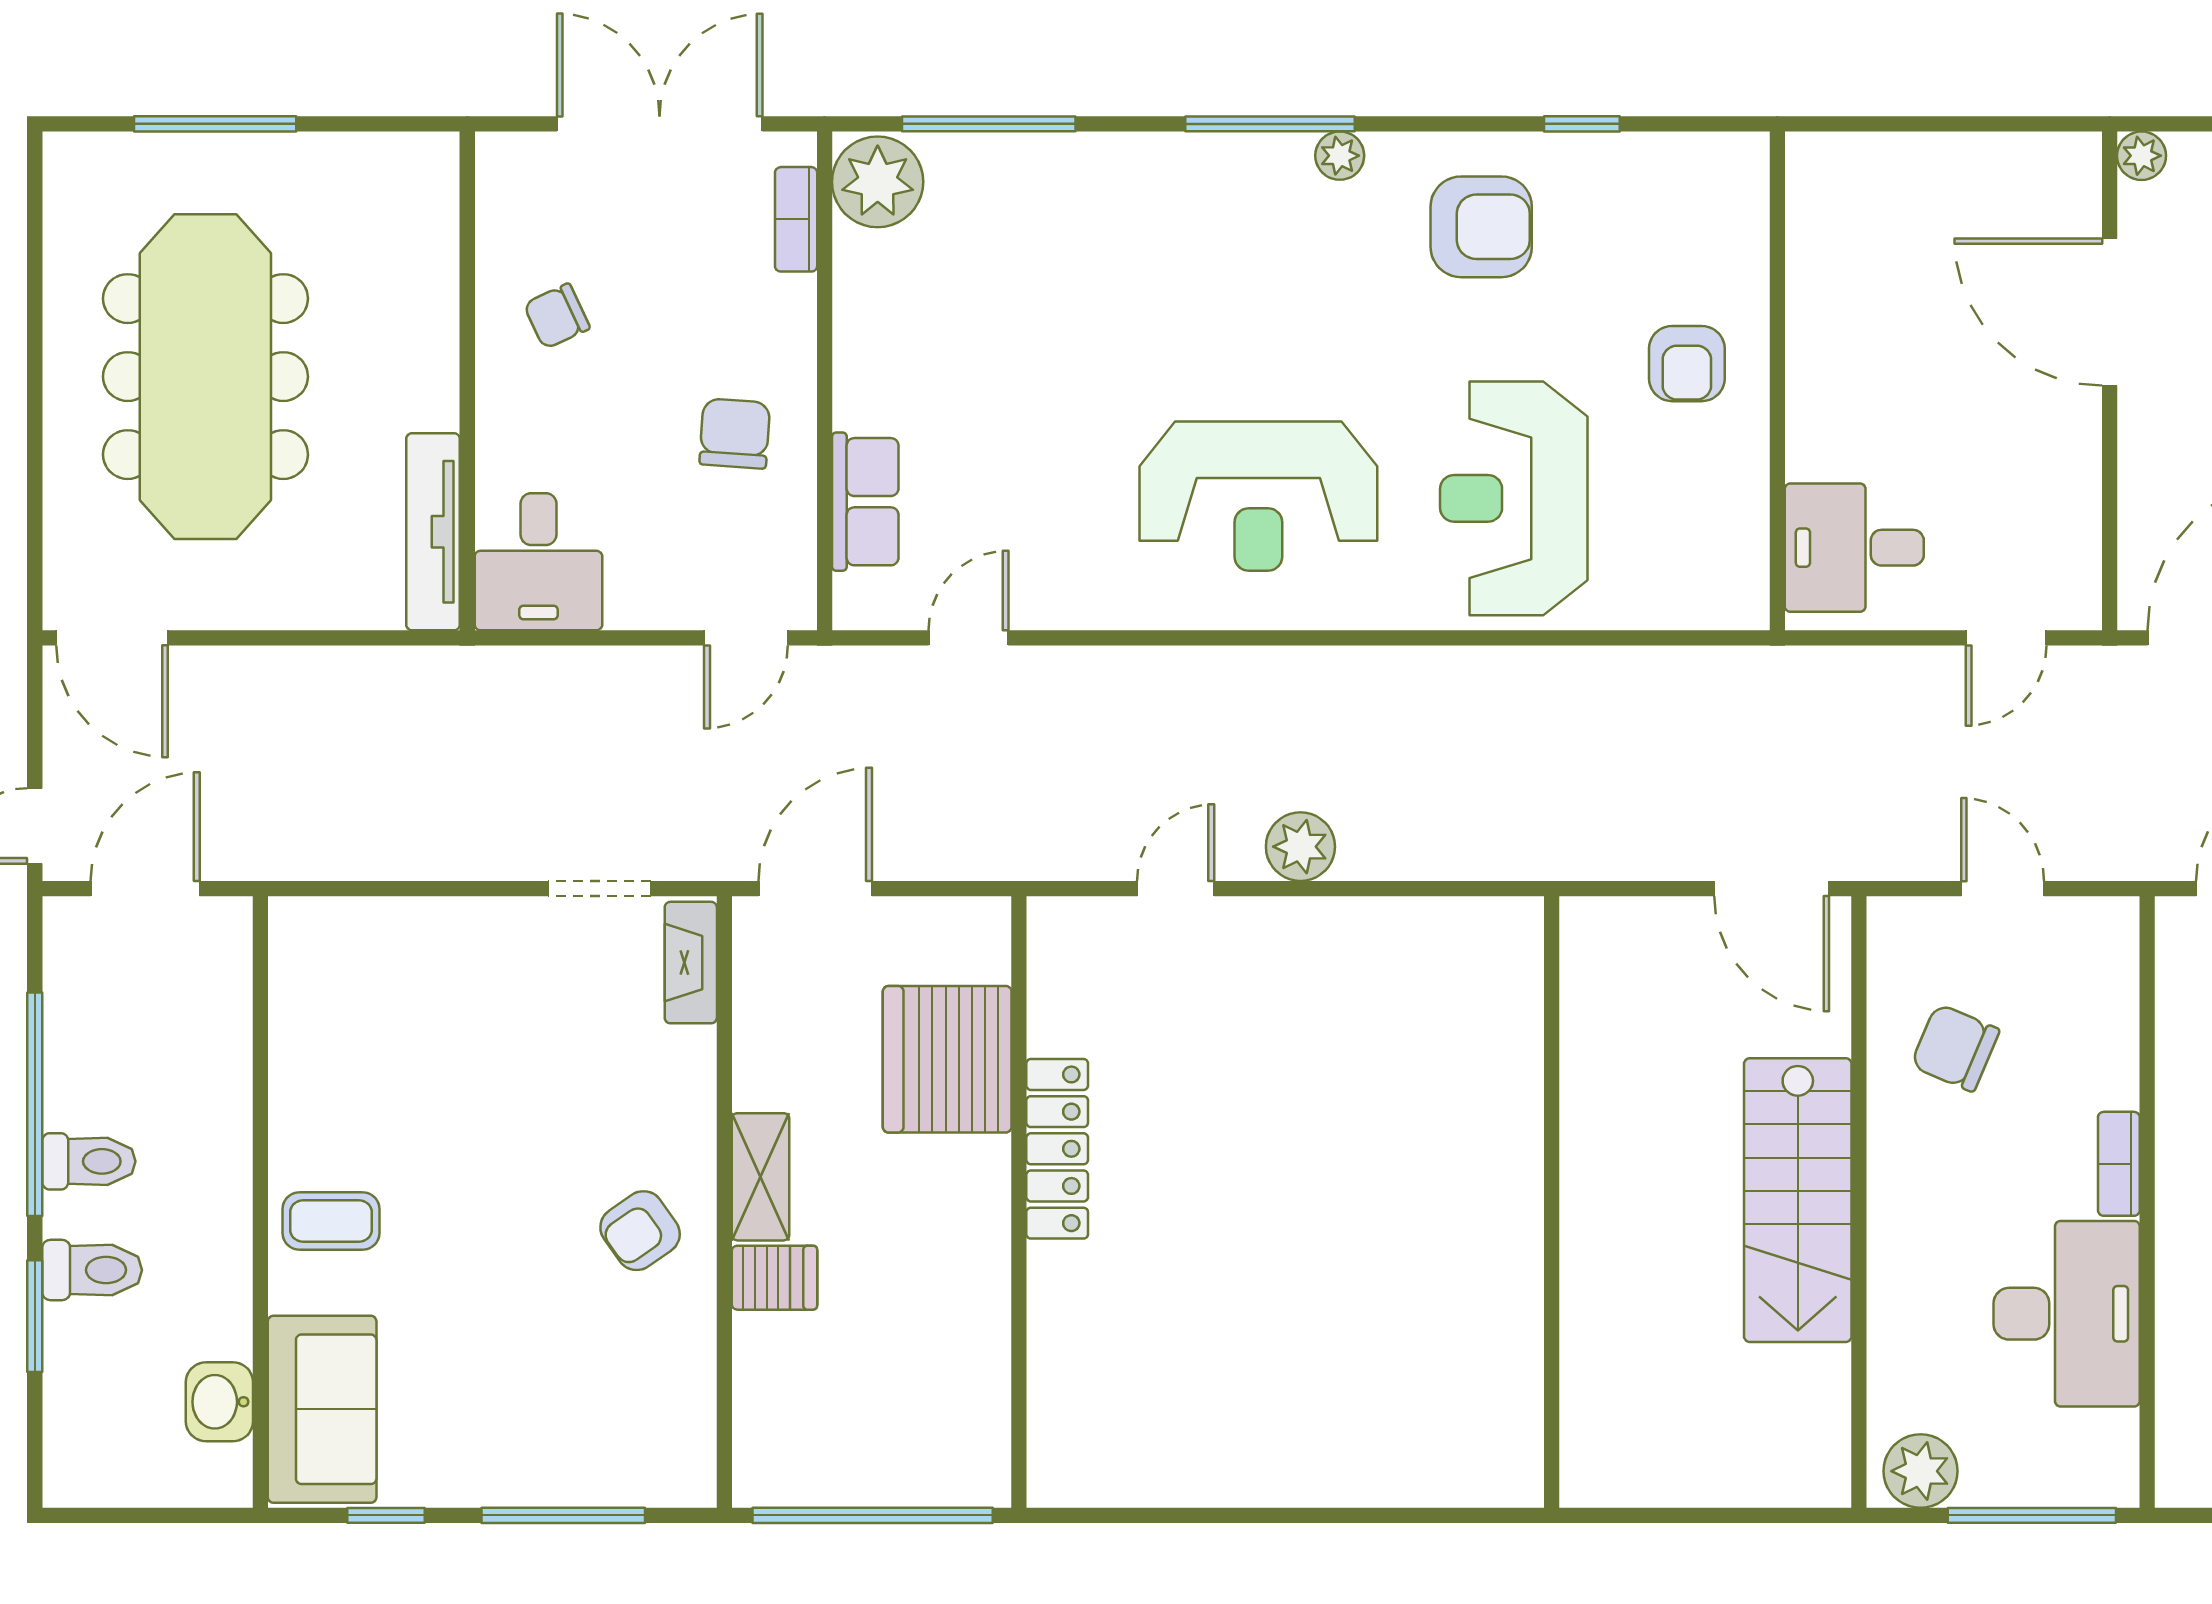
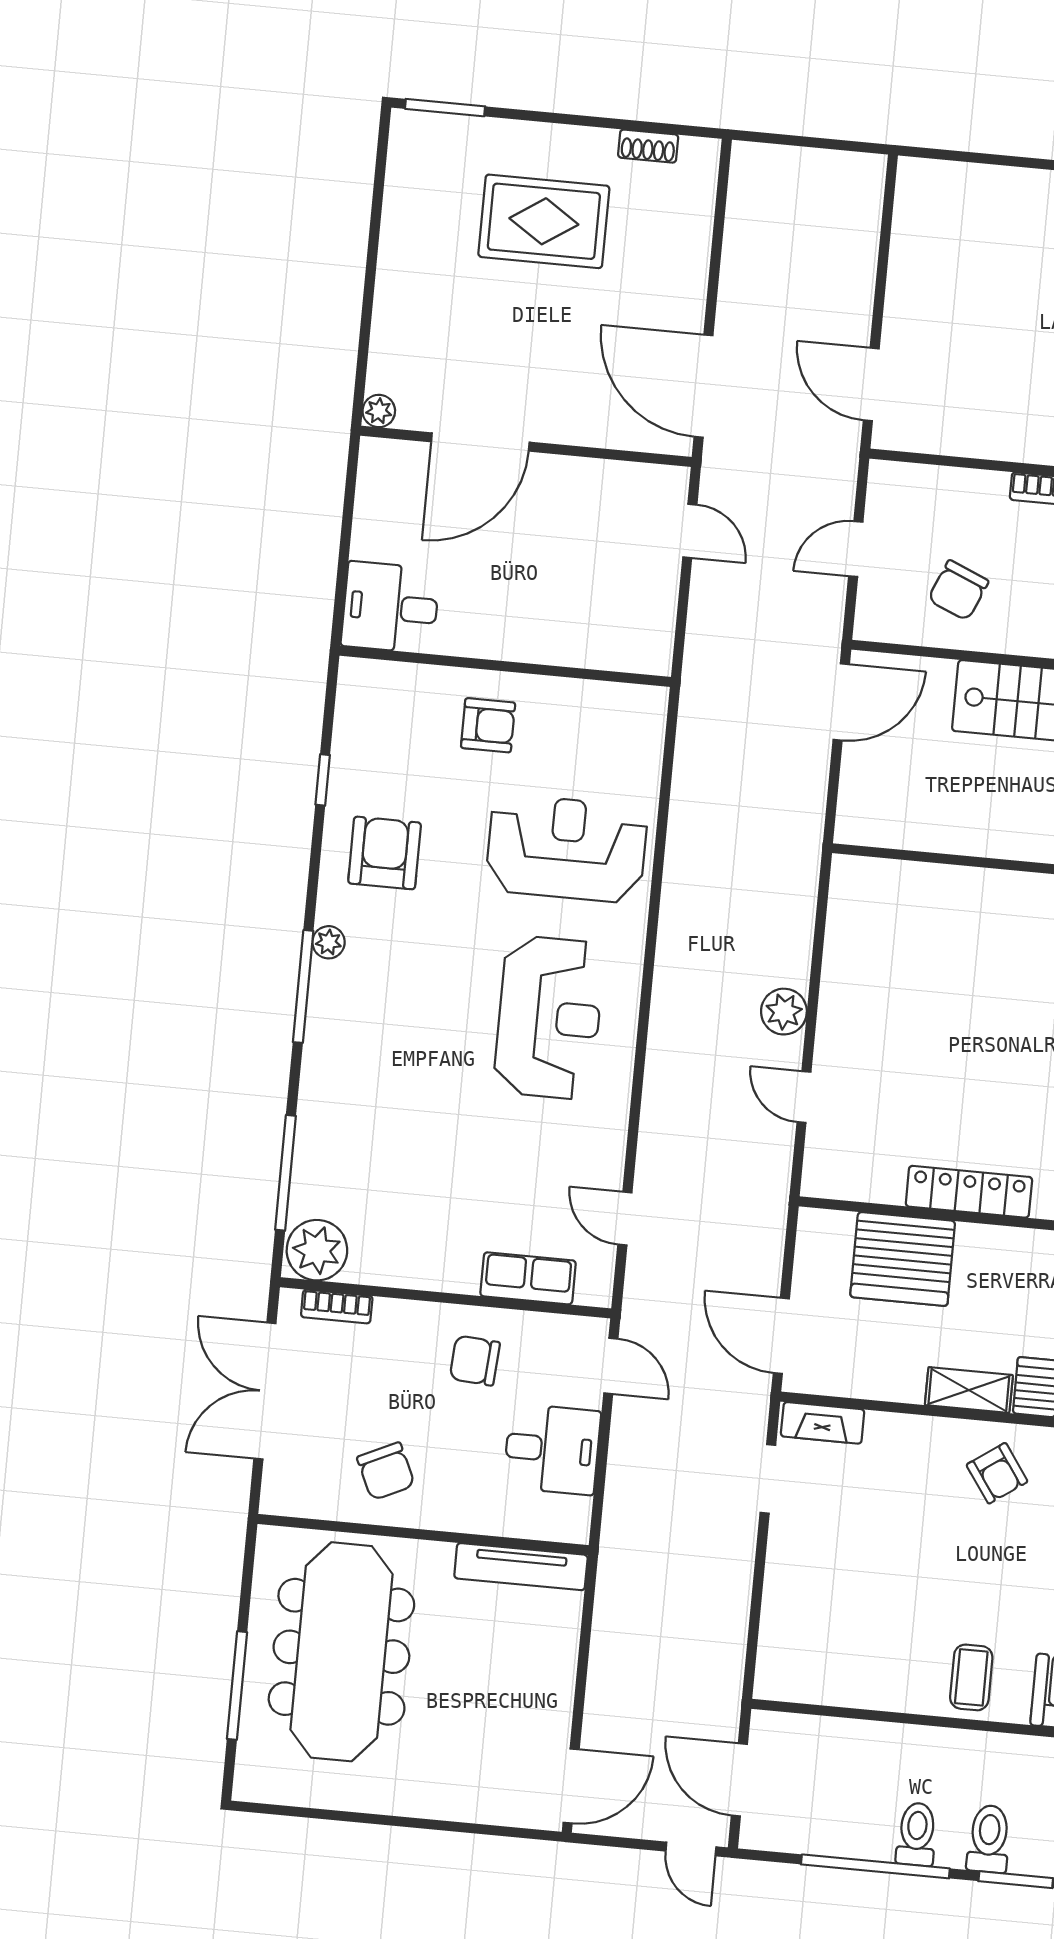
chair: (557, 316) -> (386, 1471), width x1.37, depth x1.37
meeting table: (205, 377) -> (341, 1652), moved, turned 90
reception desk: (1514, 498) -> (567, 848), turned 180
desk: (1854, 548) -> (390, 608), moved, turned 90
desk: (538, 562) -> (552, 1449), moved

